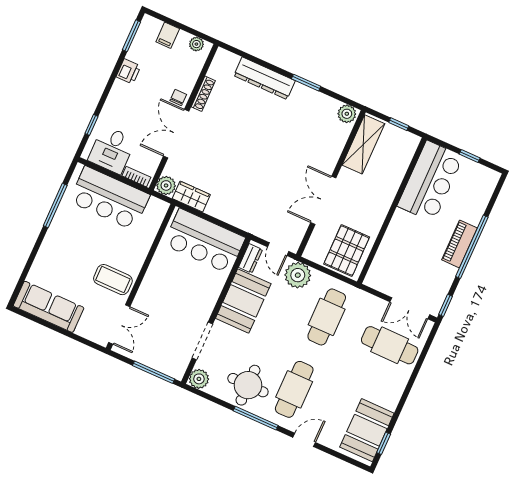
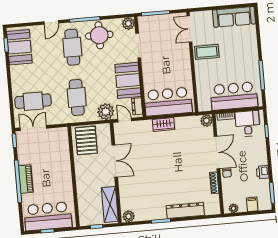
bar counter: (430, 181) -> (48, 216), moved, turned 90
wardrobe: (191, 197) -> (164, 124), moved

